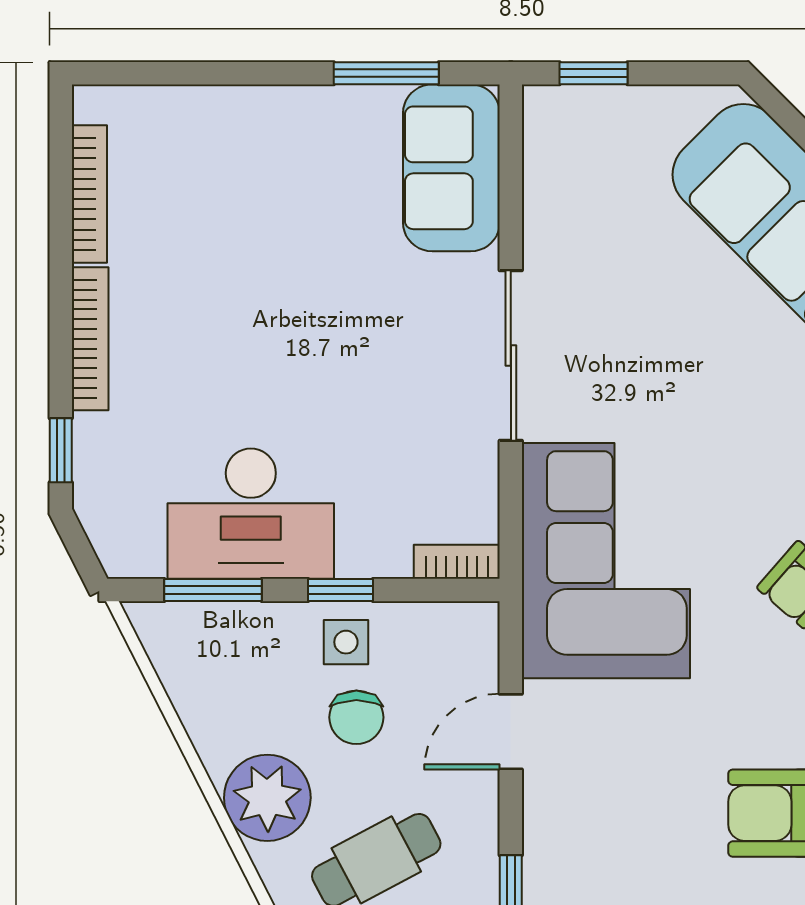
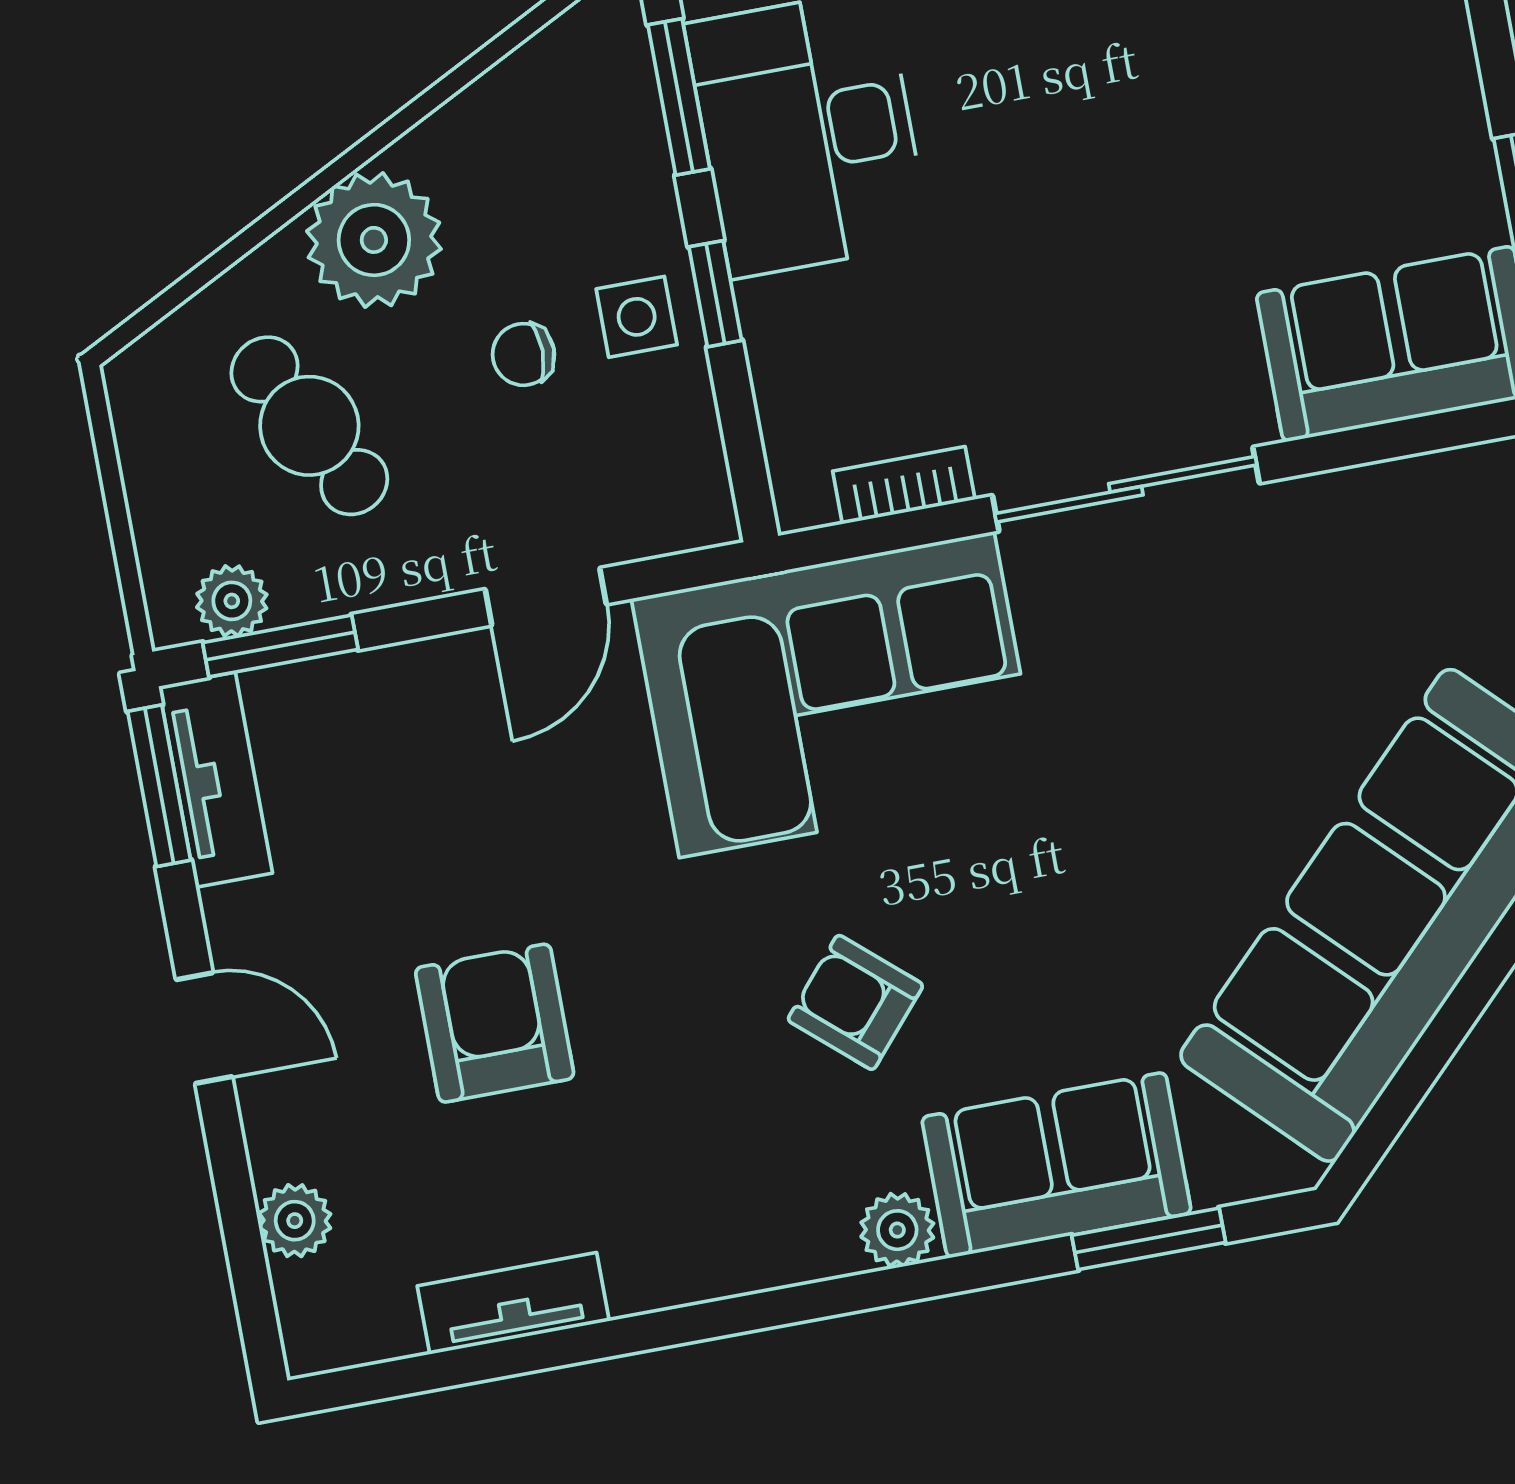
bookcase: (457, 562) -> (904, 485), moved, turned -90
chair: (356, 717) -> (524, 354), width x0.73, depth x0.73
door: (511, 732) -> (546, 597), swing flipped

